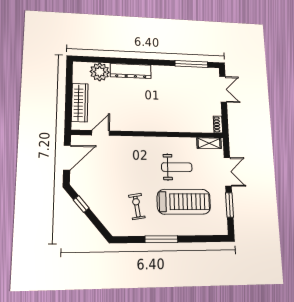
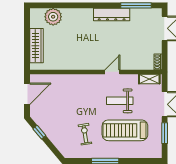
dresser: (131, 71) -> (112, 15), moved
door: (101, 133) -> (112, 72), moved
weight bench: (177, 167) -> (120, 101), turned 180
treadmill: (184, 202) -> (125, 130), turned 180

